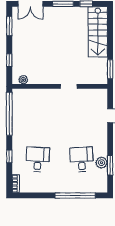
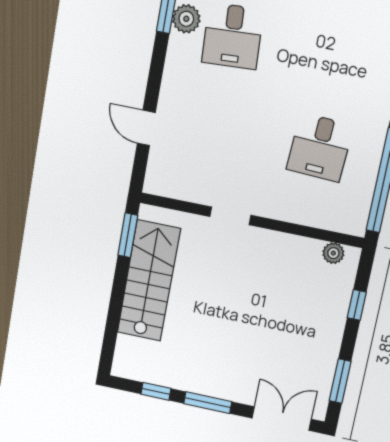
stairs: (98, 32) -> (149, 281), moved
desk: (38, 159) -> (320, 147), moved

